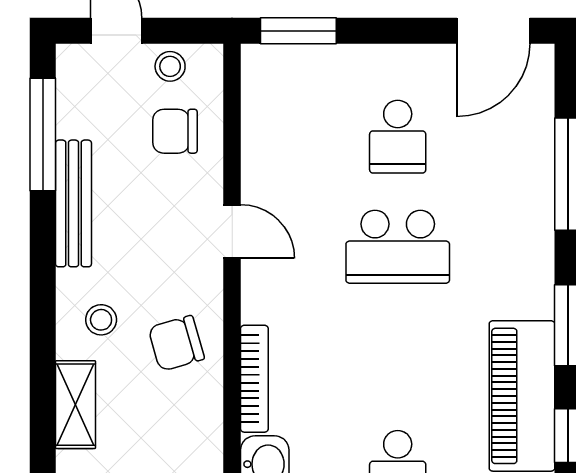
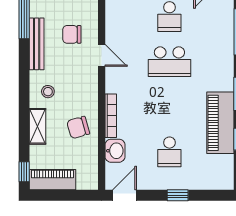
chair: (175, 131) -> (72, 34), moved
chair: (176, 343) -> (78, 127), moved

